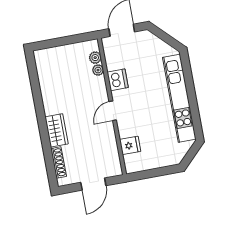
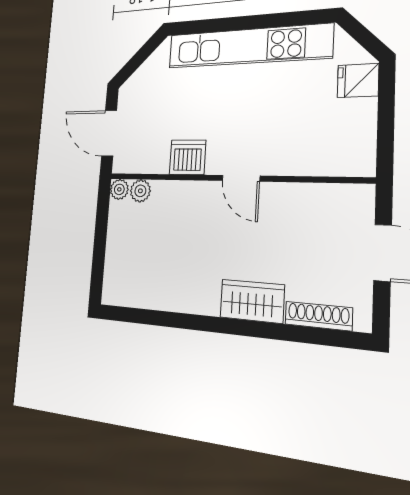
plant: (98, 70) -> (119, 189), moved
fridge: (130, 145) -> (358, 81), moved, turned -90

